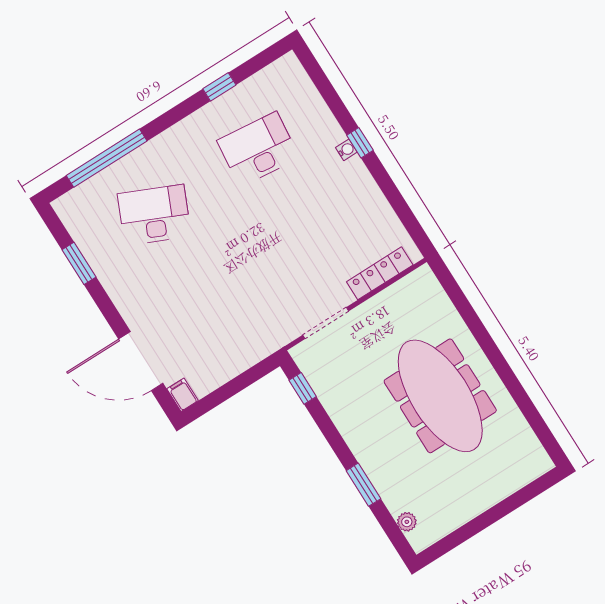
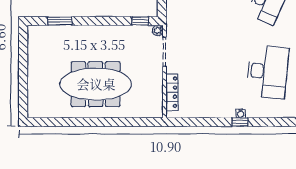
desk: (258, 149) -> (267, 72), width x1.36, depth x1.30
window: (363, 485) -> (60, 21), moved
plant: (407, 522) -> (158, 30), moved

